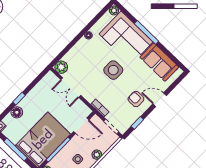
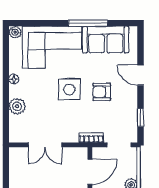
window: (146, 32) -> (88, 23), moved
plant: (61, 67) -> (17, 106), moved
armchair: (136, 99) -> (102, 92), moved
door: (160, 100) -> (140, 75), hinge flipped

